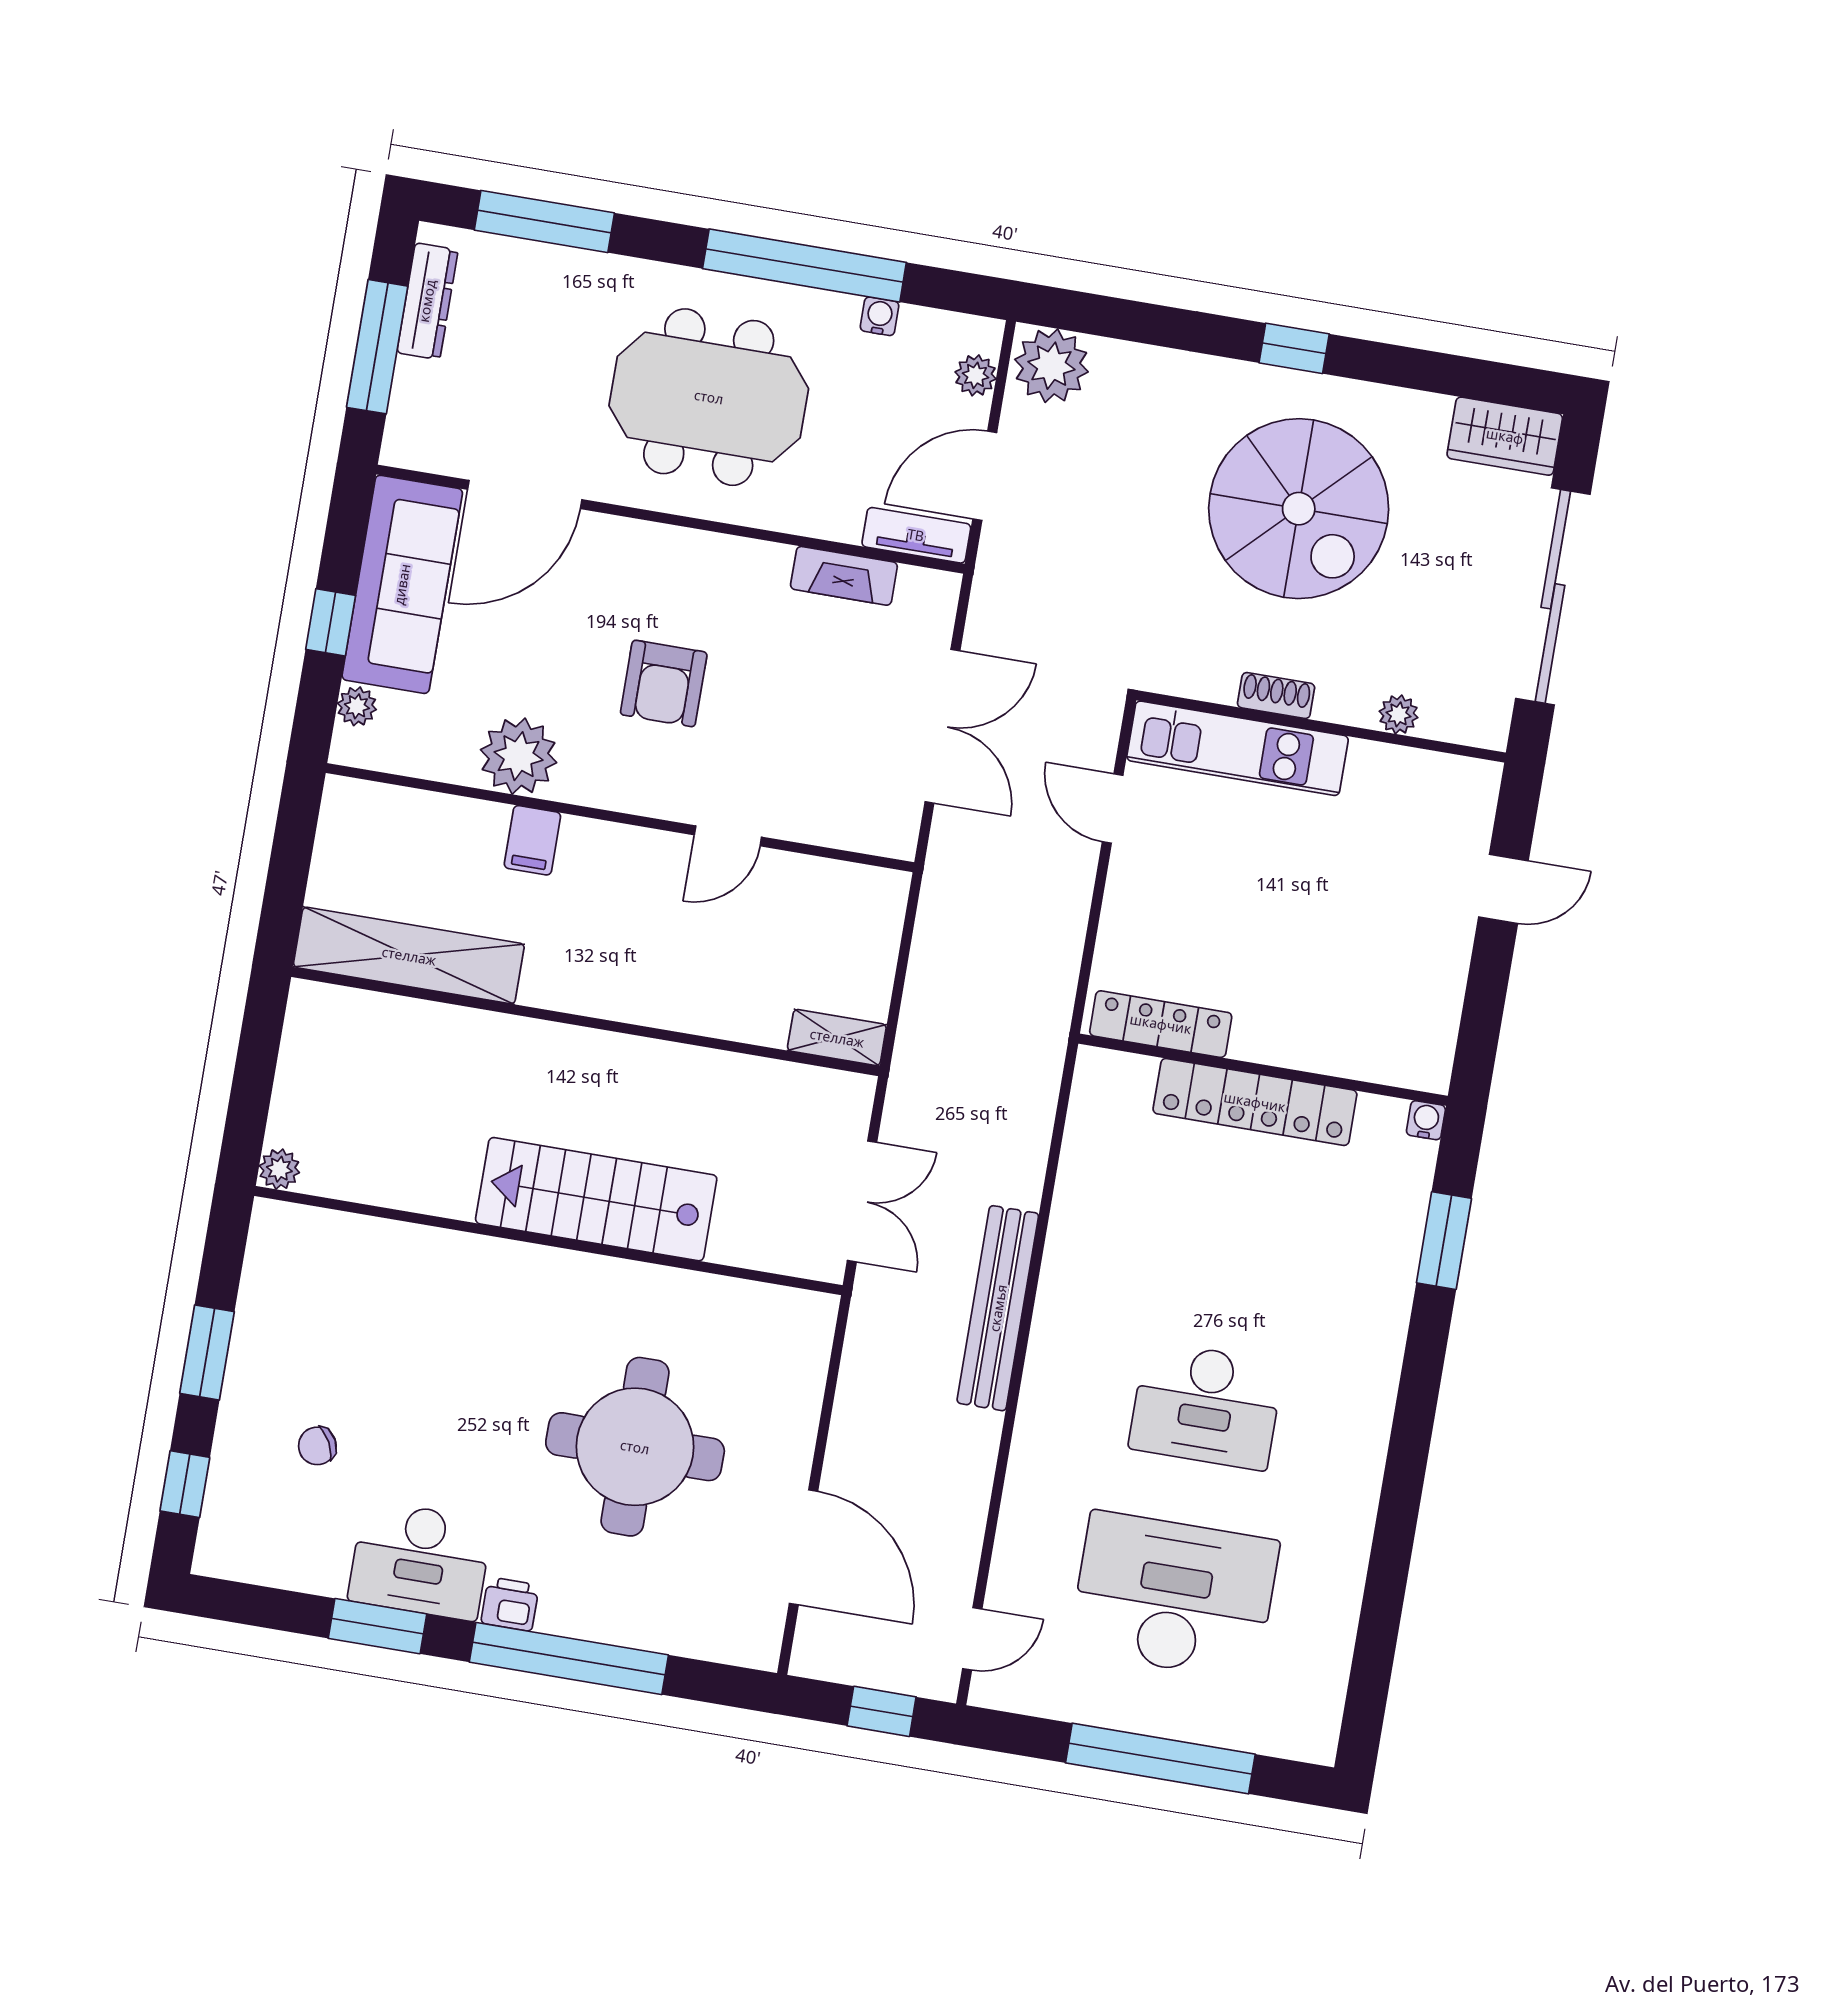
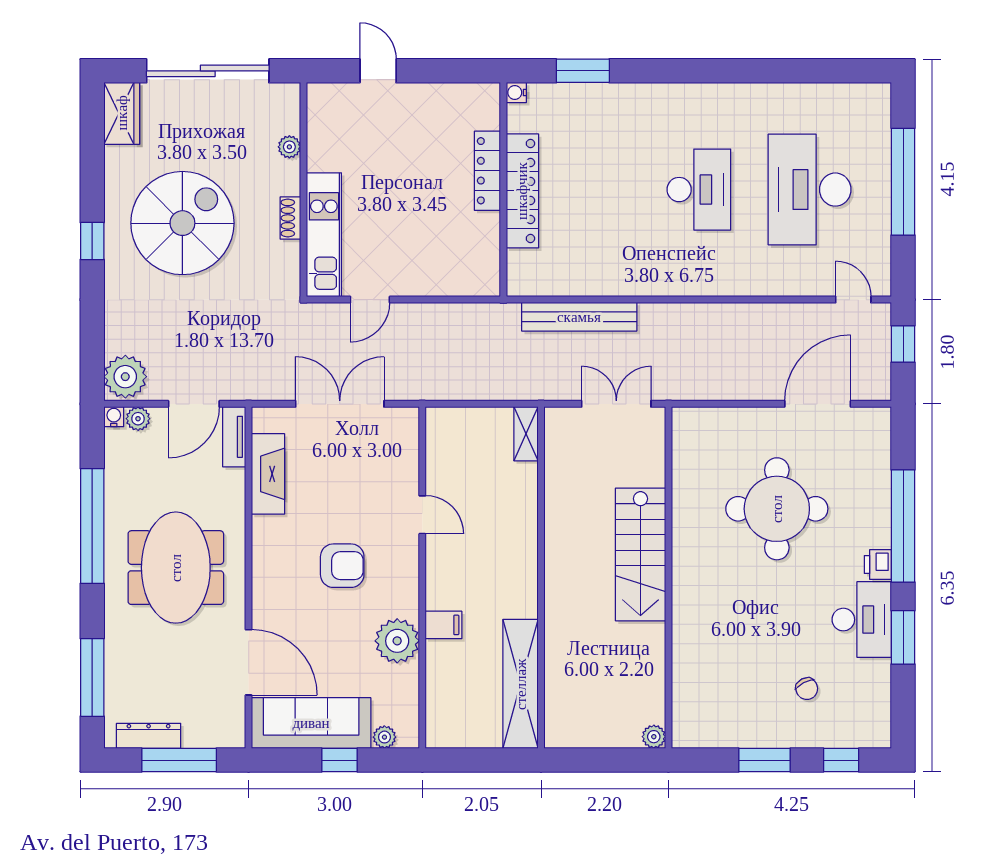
water cooler: (880, 316) -> (114, 417), moved, turned 90
door: (985, 476) -> (194, 404), hinge flipped
fireplace: (844, 576) -> (268, 474), width x1.37, depth x1.32
locker: (1161, 1024) -> (487, 171), moved
bench: (998, 1308) -> (579, 317), moved

